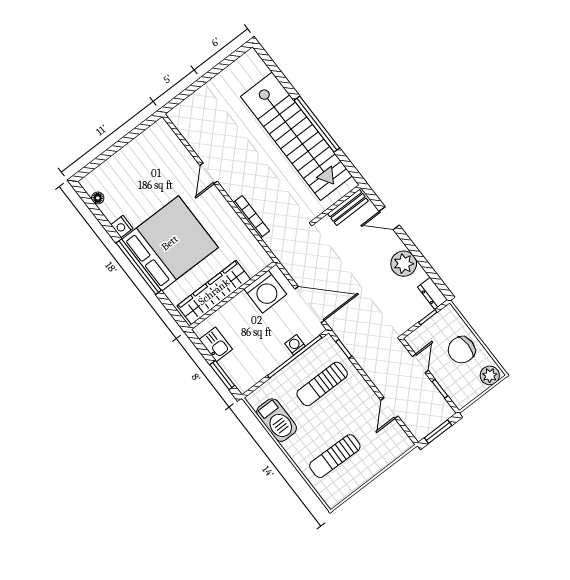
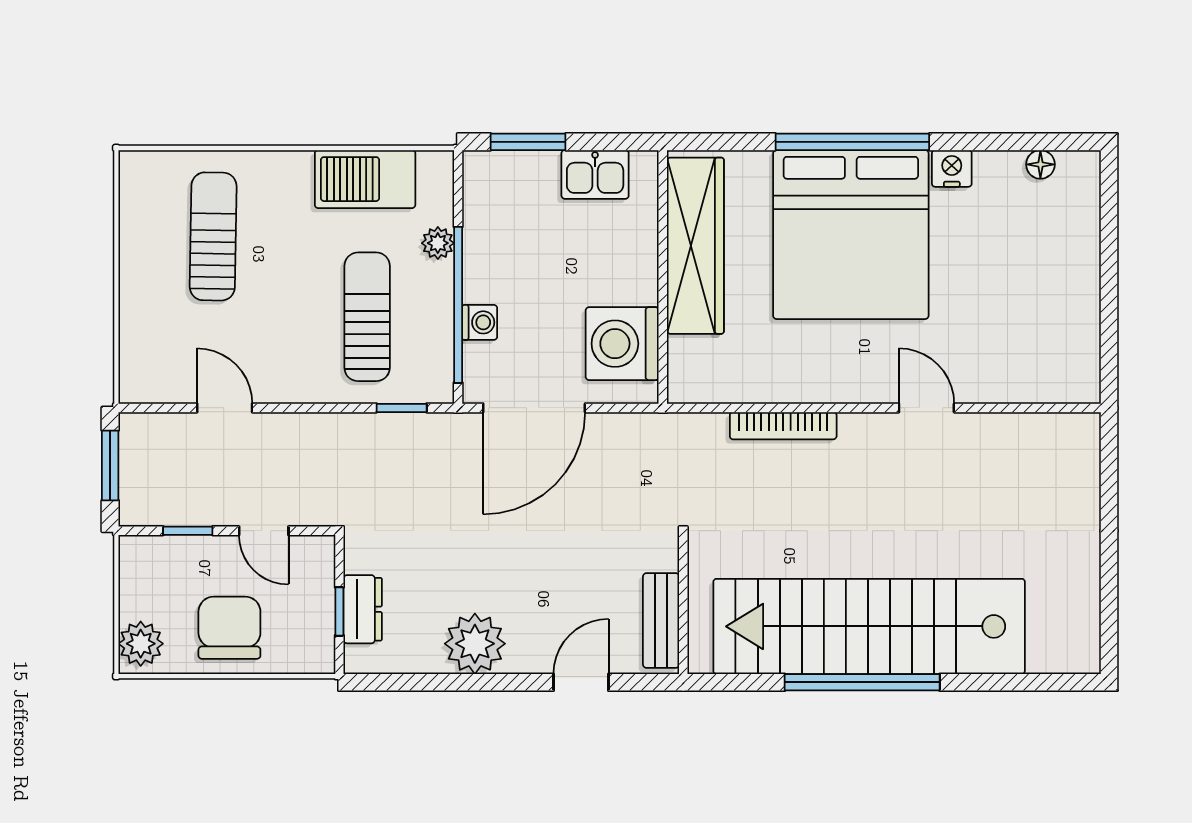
dresser: (433, 293) -> (363, 609), moved, turned 90
plant: (279, 379) -> (438, 243), added

